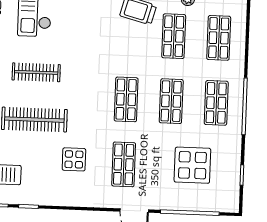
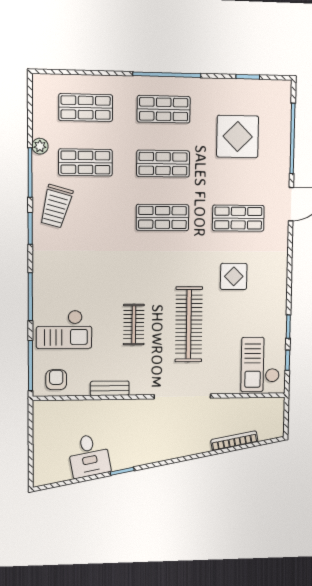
clothes rail: (36, 72) -> (134, 325), width x0.73

